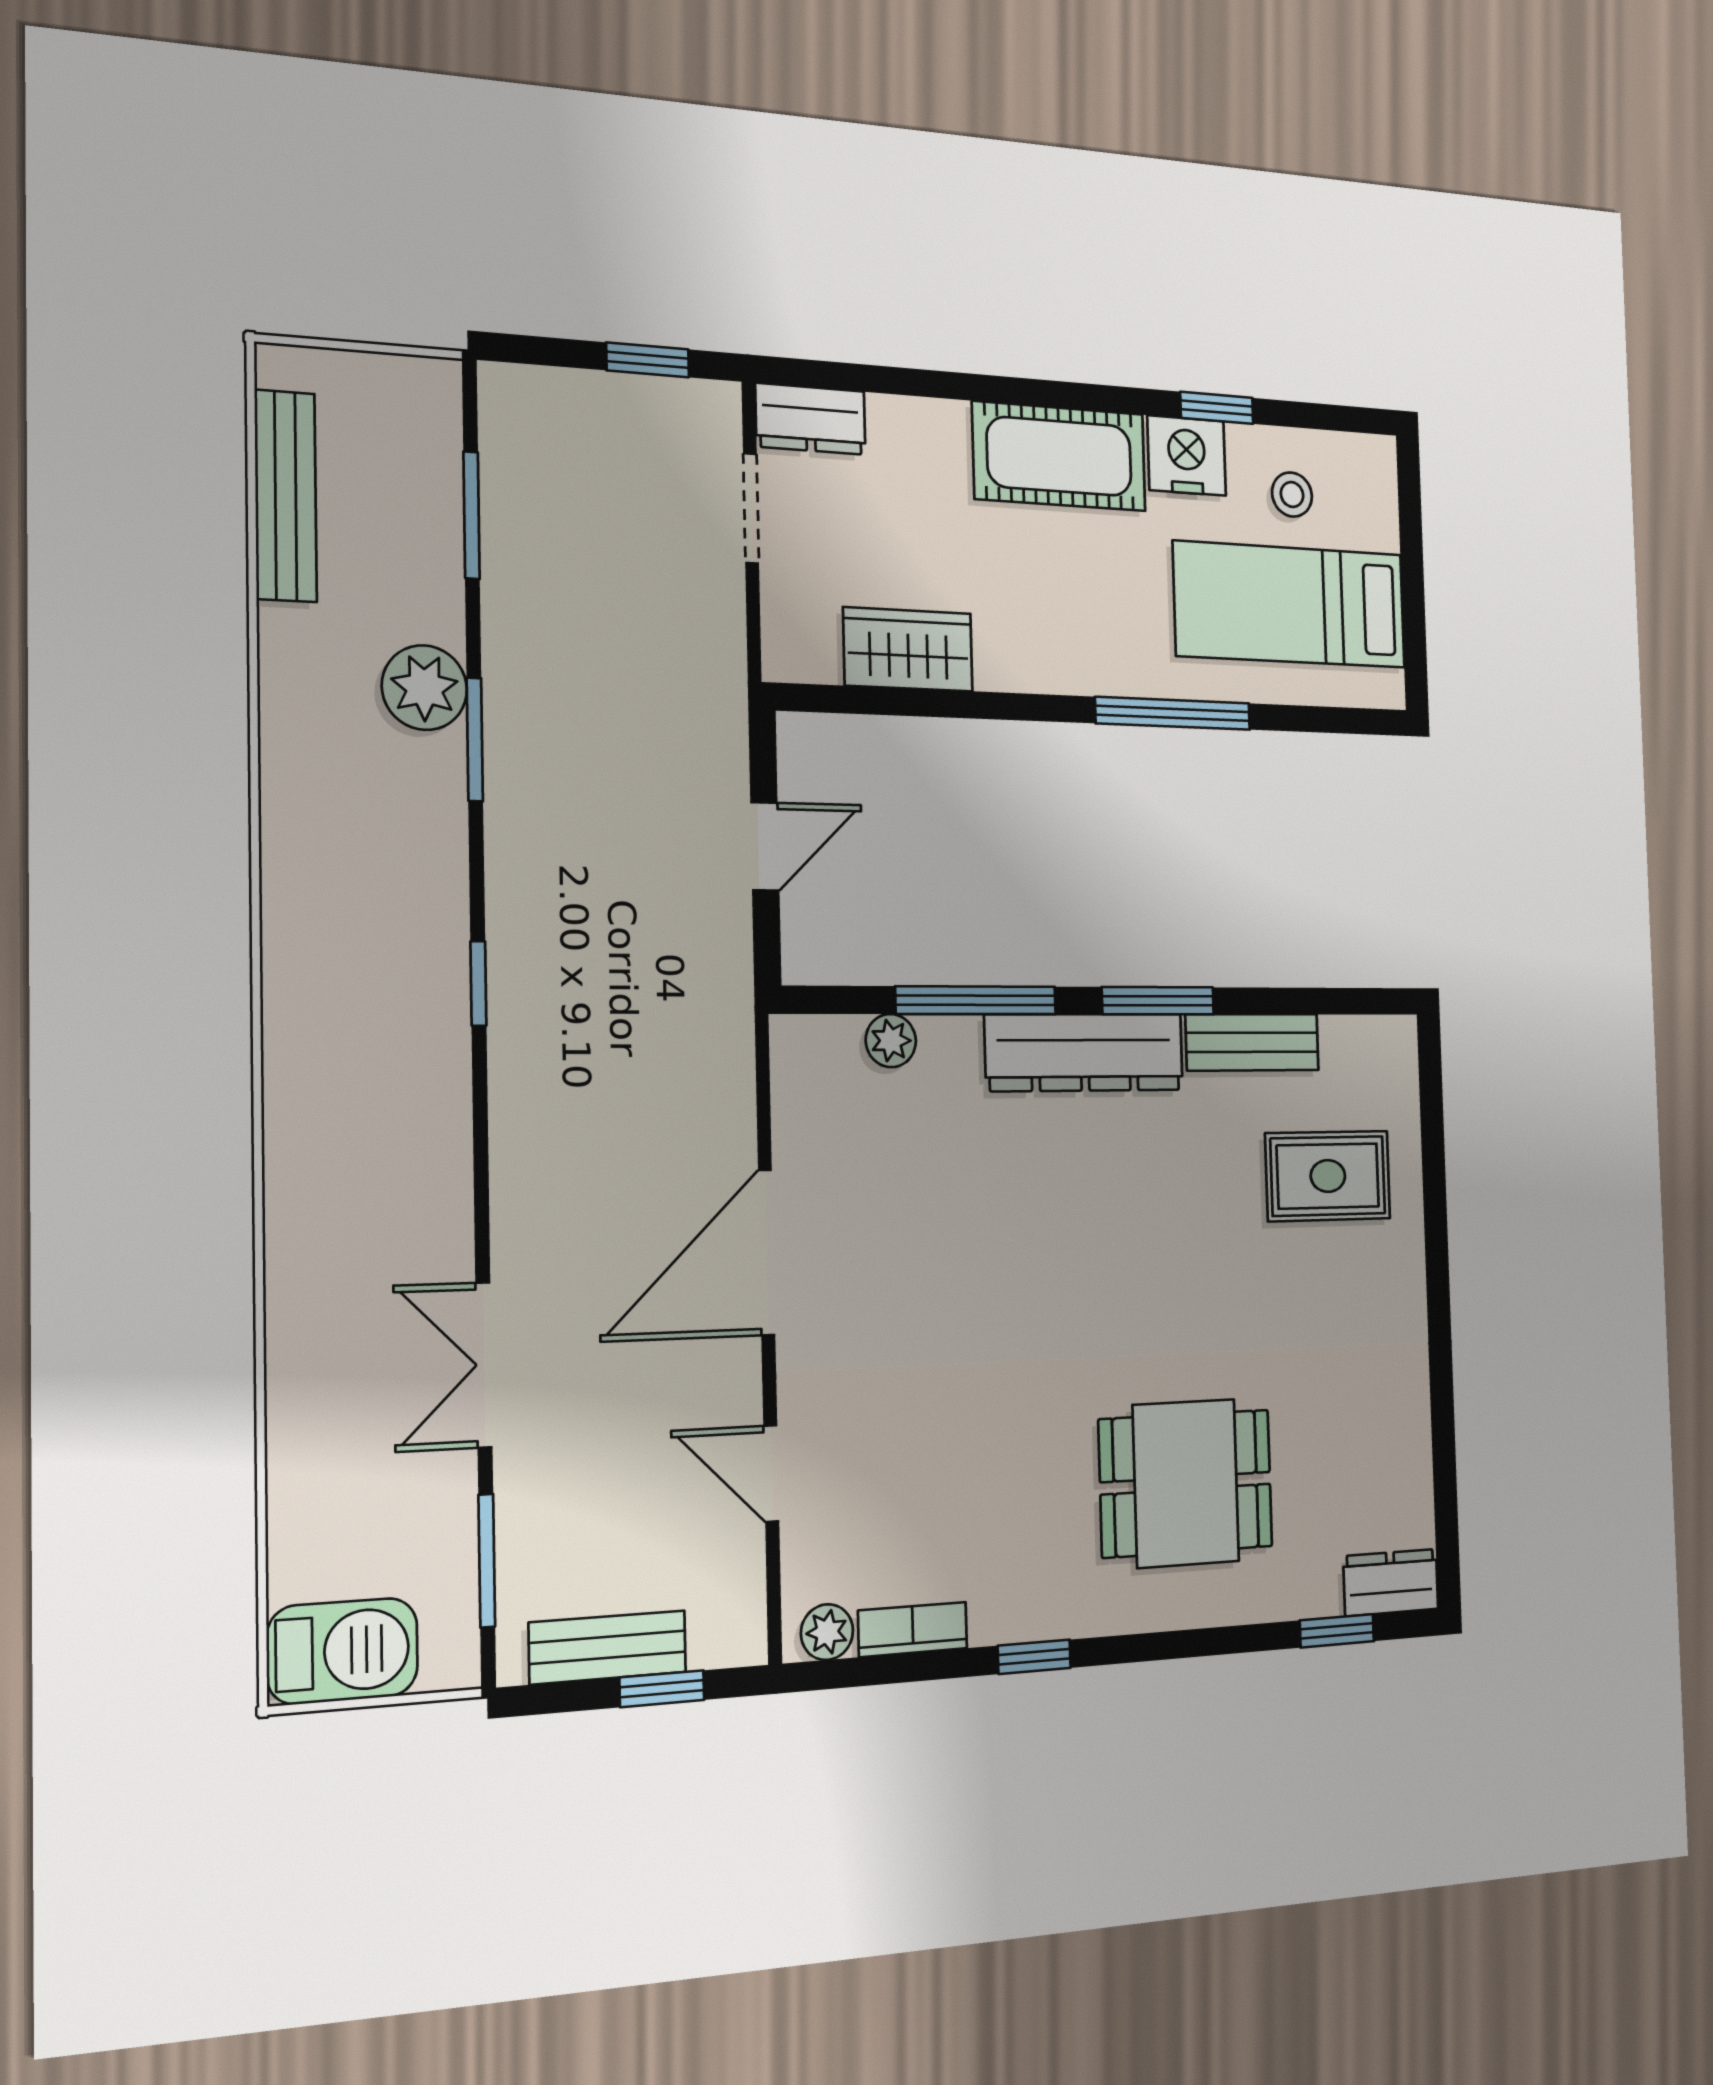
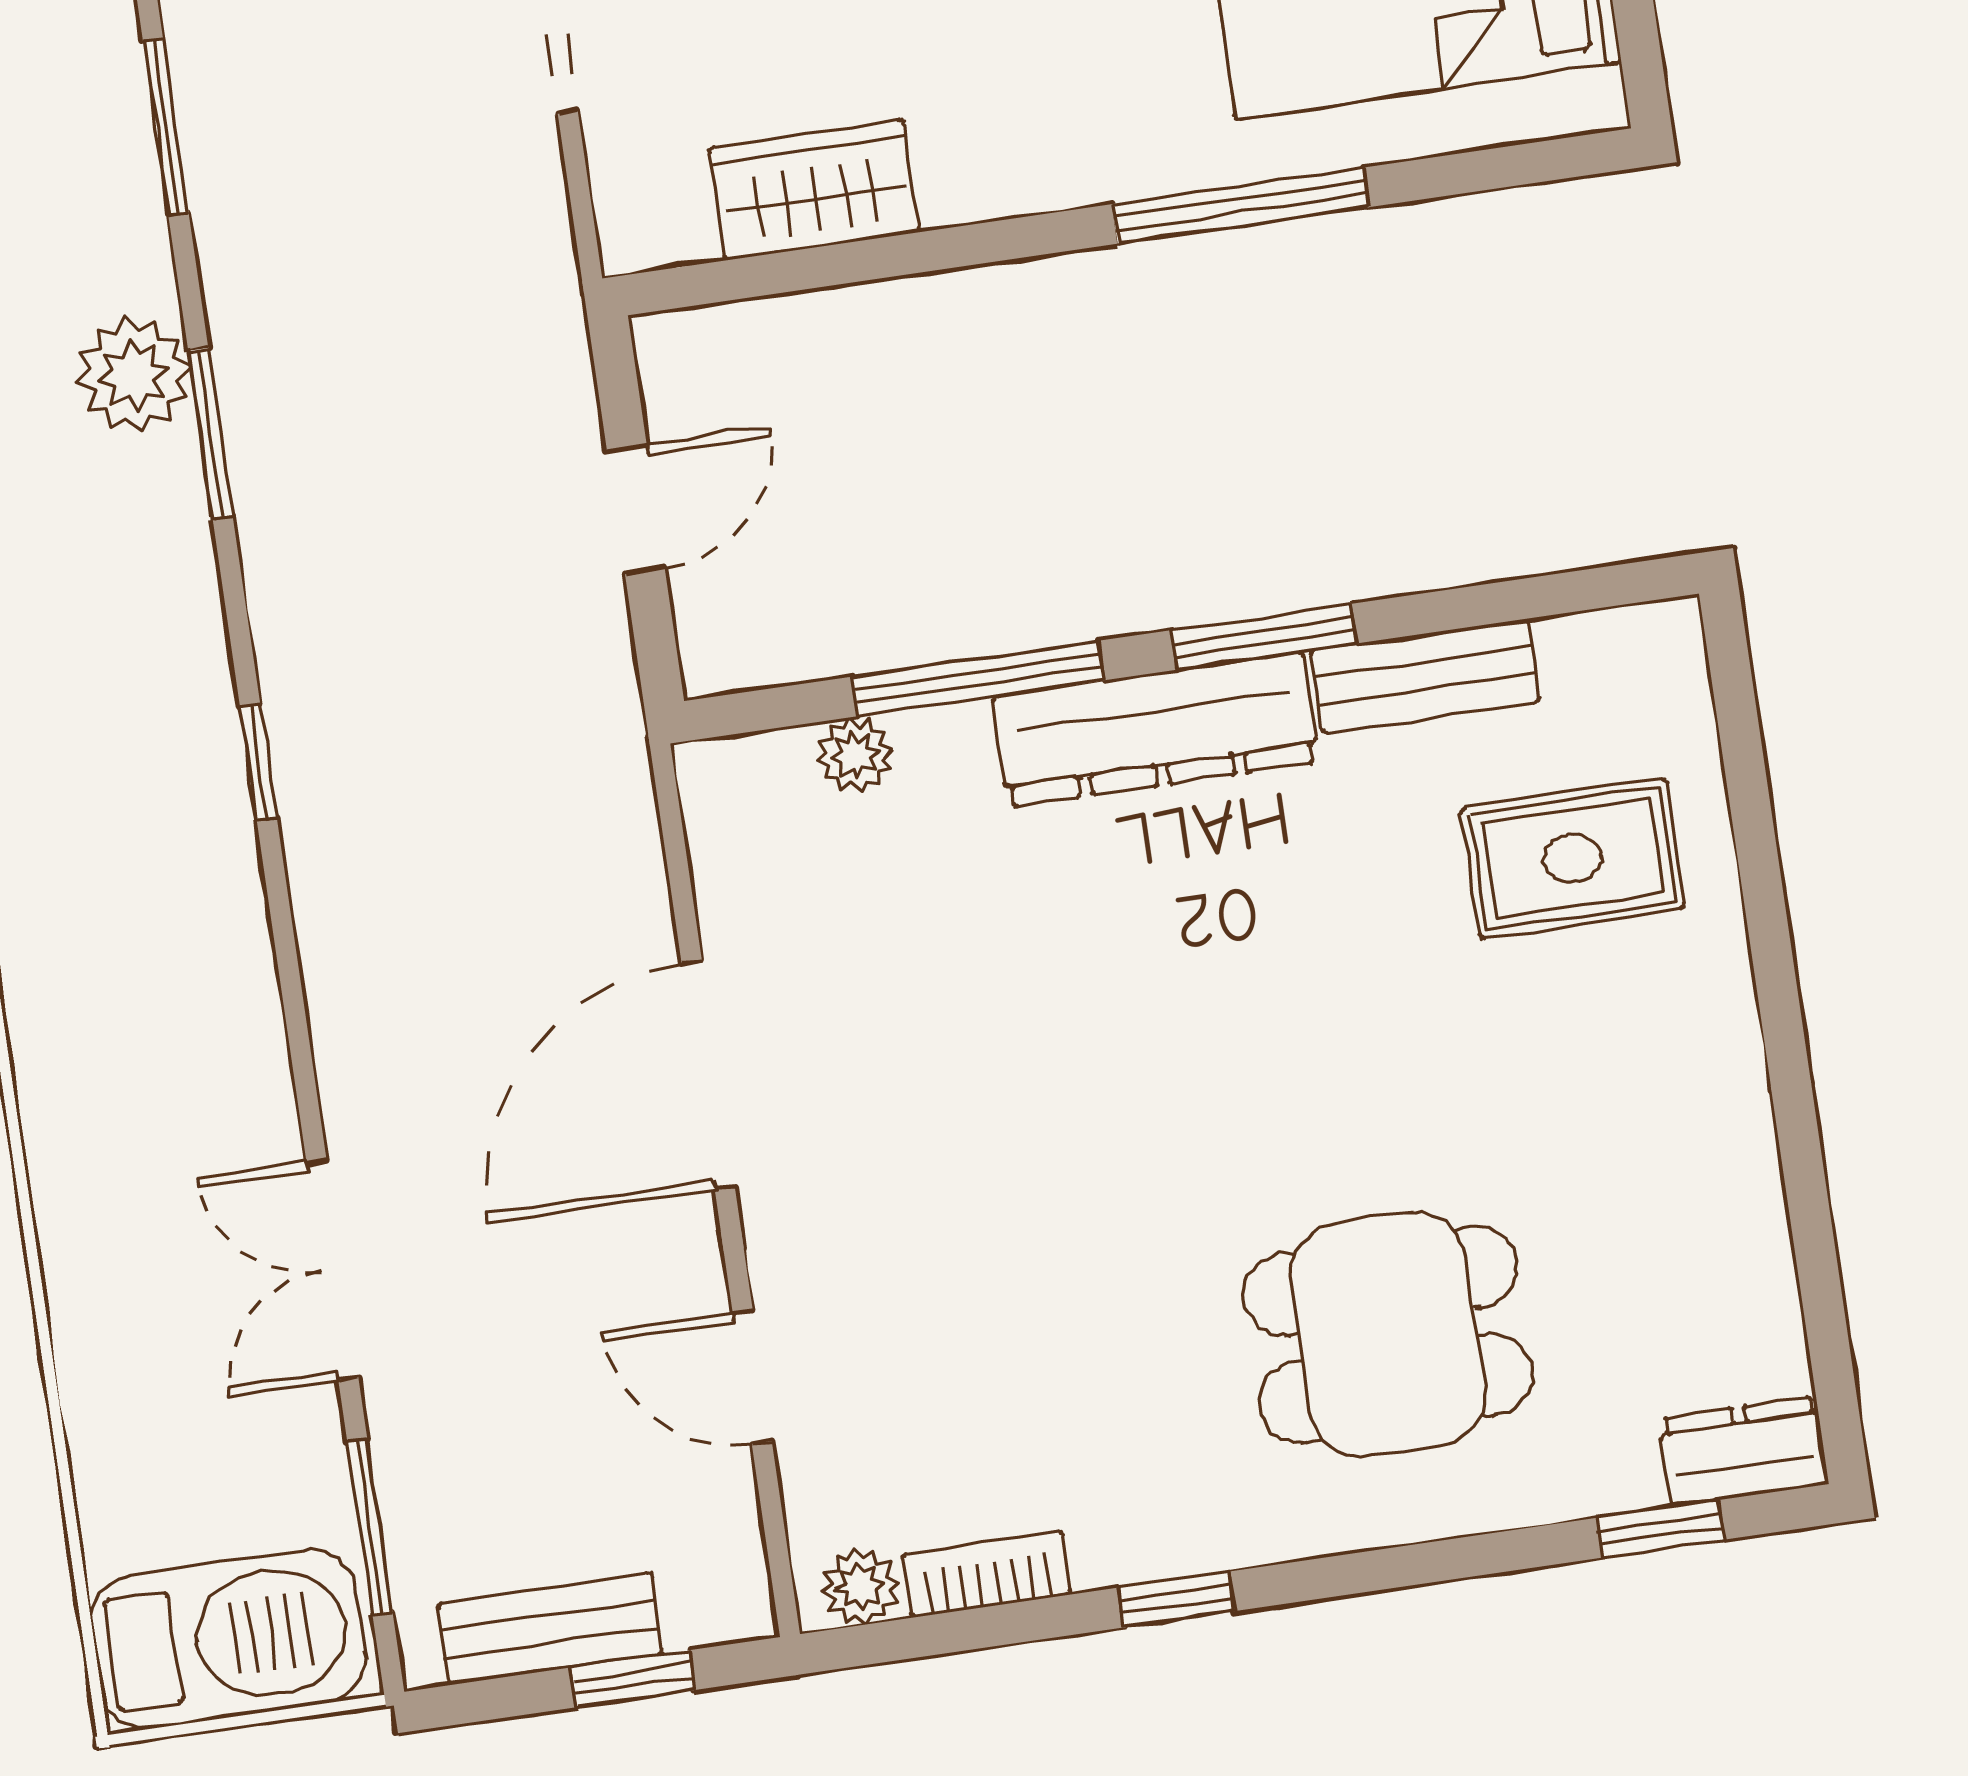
barbecue: (343, 1651) -> (229, 1639), width x1.37, depth x1.21

